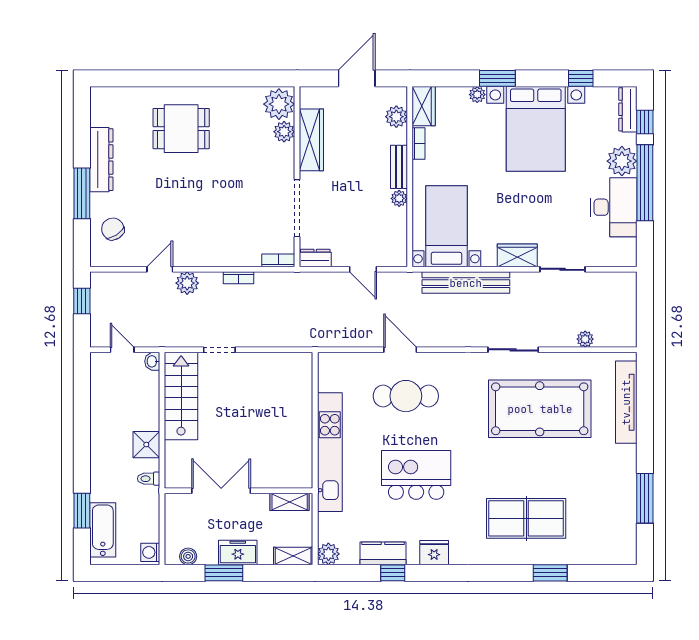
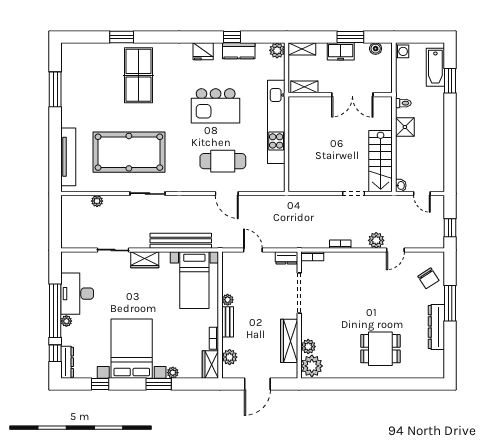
plant: (622, 161) -> (66, 321), width x0.53, depth x0.53
table tennis table: (526, 518) -> (138, 75), turned 90

